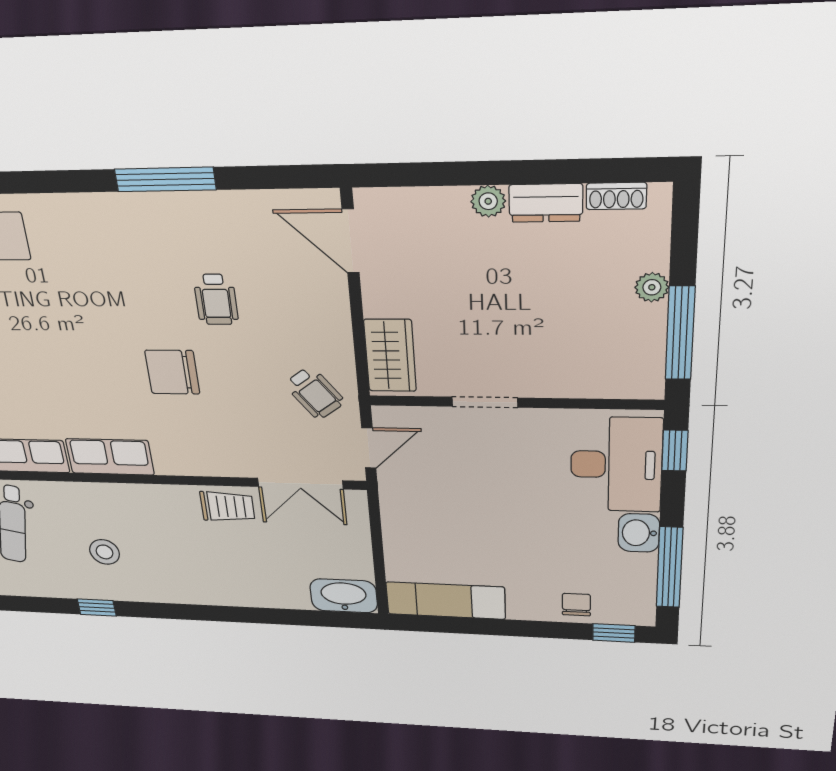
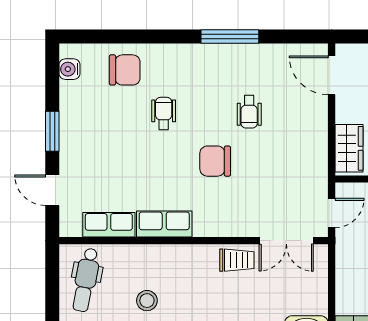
wheelchair: (314, 393) -> (164, 113), moved, turned -143

